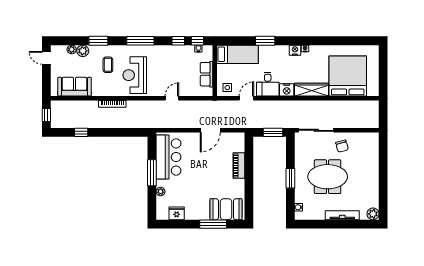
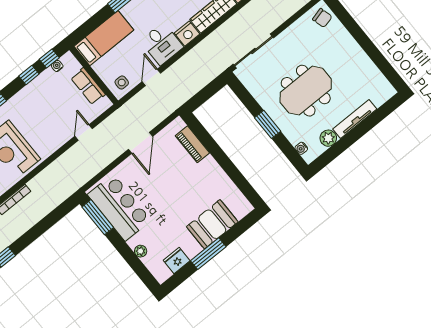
door: (172, 98) -> (84, 132), moved
window: (273, 132) -> (209, 91), removed
chair: (342, 146) -> (322, 18), moved
piano: (239, 165) -> (192, 144), moved
window: (152, 173) -> (98, 217), moved
booth: (226, 209) -> (212, 224), moved
plant: (373, 214) -> (328, 138), moved
window: (213, 224) -> (208, 254), moved

